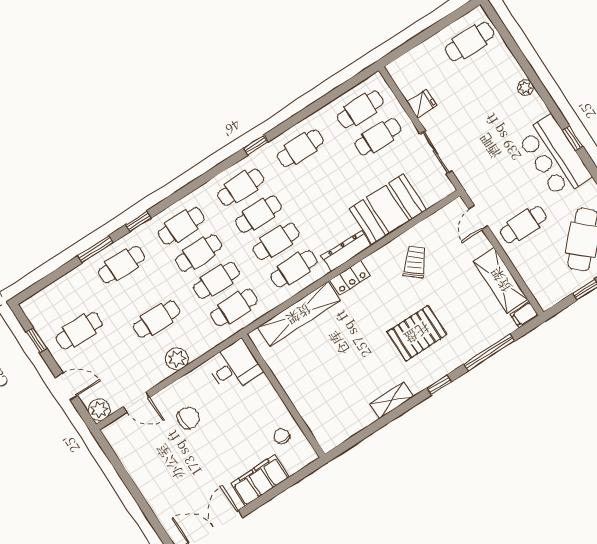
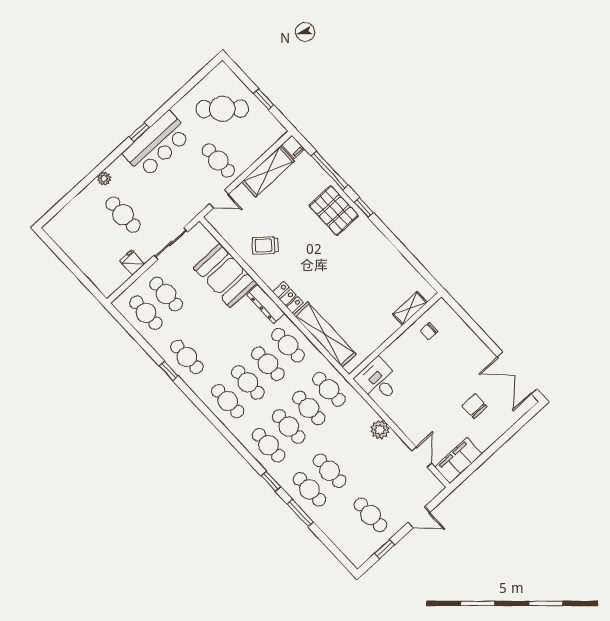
cafe table: (470, 42) -> (123, 215), moved
window: (256, 145) -> (169, 371), moved
cafe table: (157, 319) -> (330, 471), moved
pallet: (417, 333) -> (334, 211), moved
door: (67, 387) -> (419, 517), swing flipped
shelving: (392, 400) -> (410, 308), moved, turned 90
plant: (99, 410) -> (433, 487), removed
chair: (188, 418) -> (475, 406), moved
filing cabinet: (260, 480) -> (458, 460), moved, turned 90

